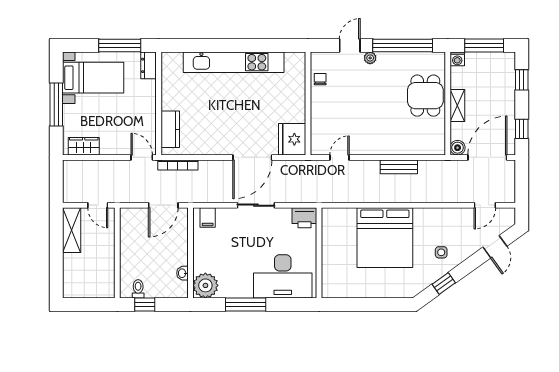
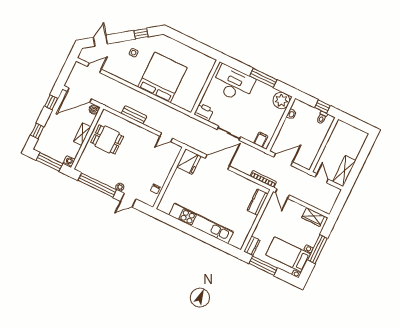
dining table: (425, 96) -> (107, 139), moved, turned 90

